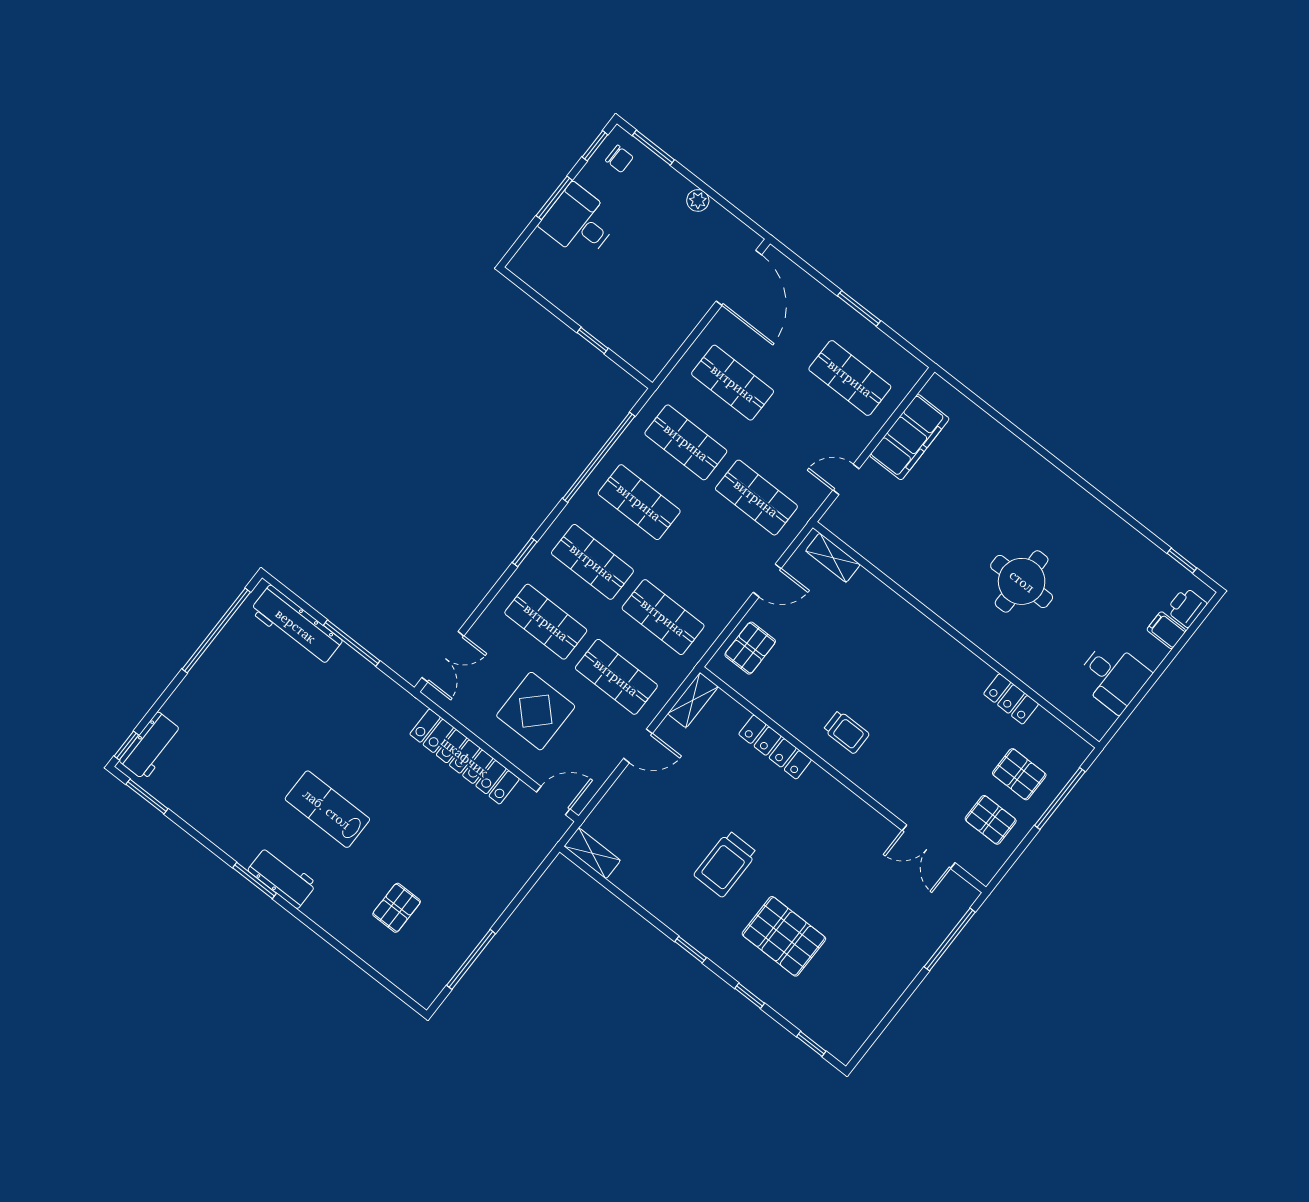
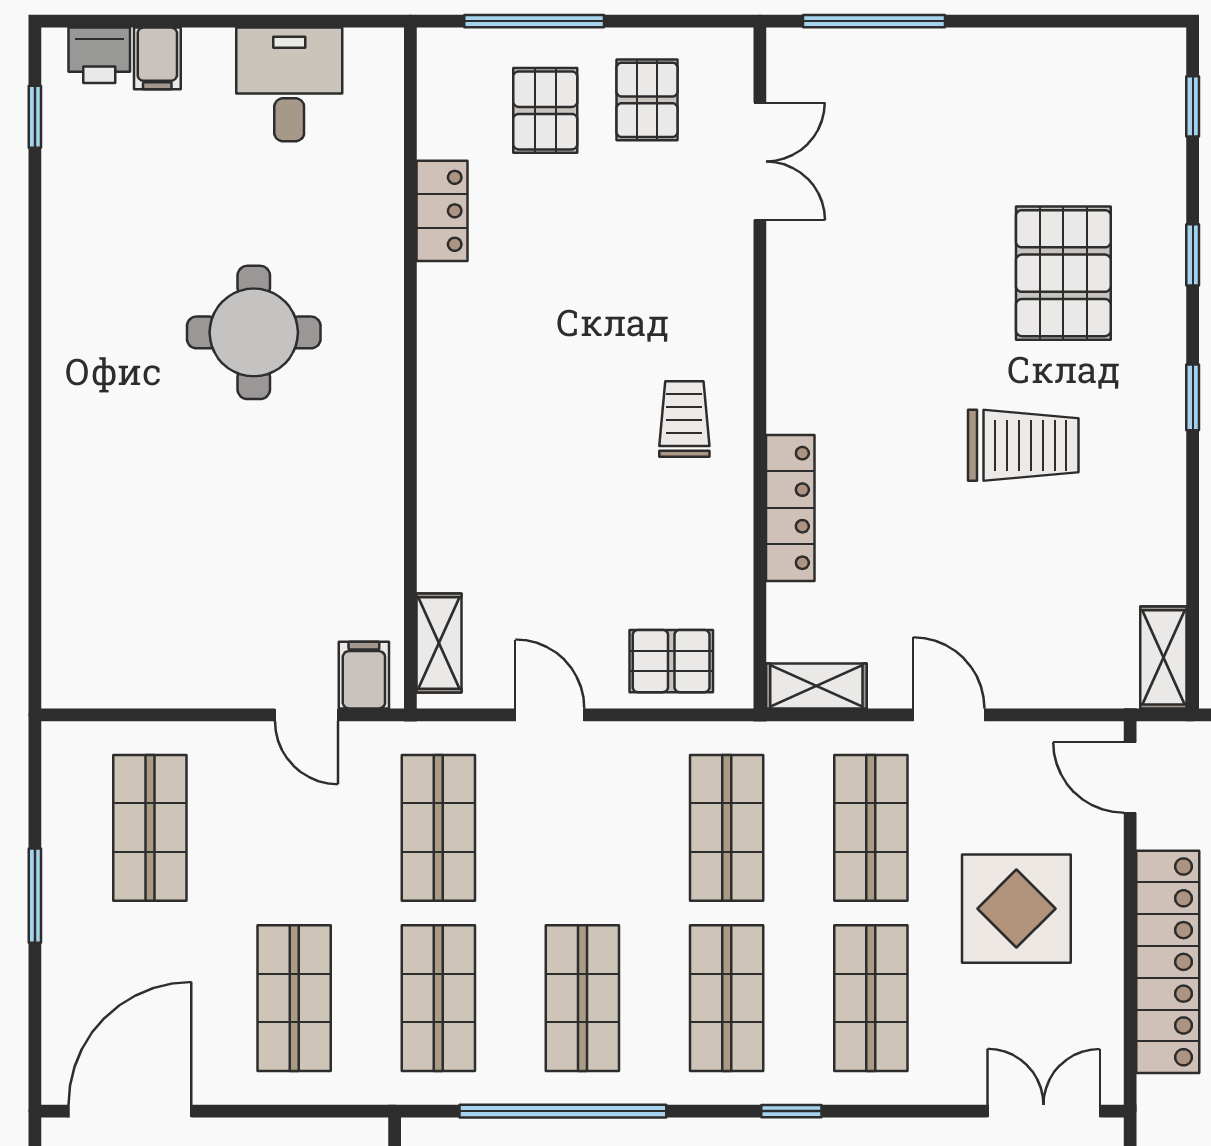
filing cabinet: (909, 437) -> (364, 675), moved, width x0.33, depth x0.86

